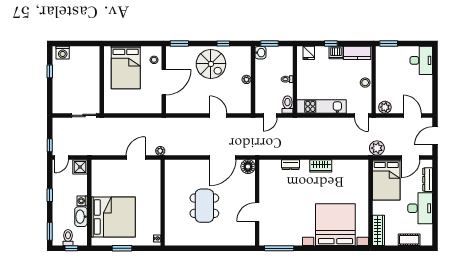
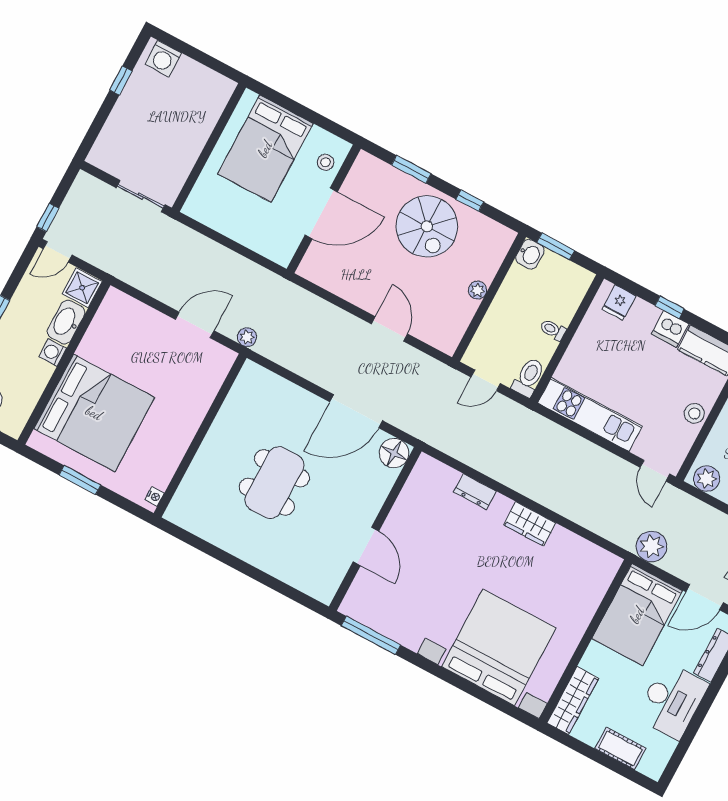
window: (179, 44) -> (411, 169), moved
door: (257, 212) -> (366, 546), swing flipped
washbasin: (81, 217) -> (66, 322), moved

